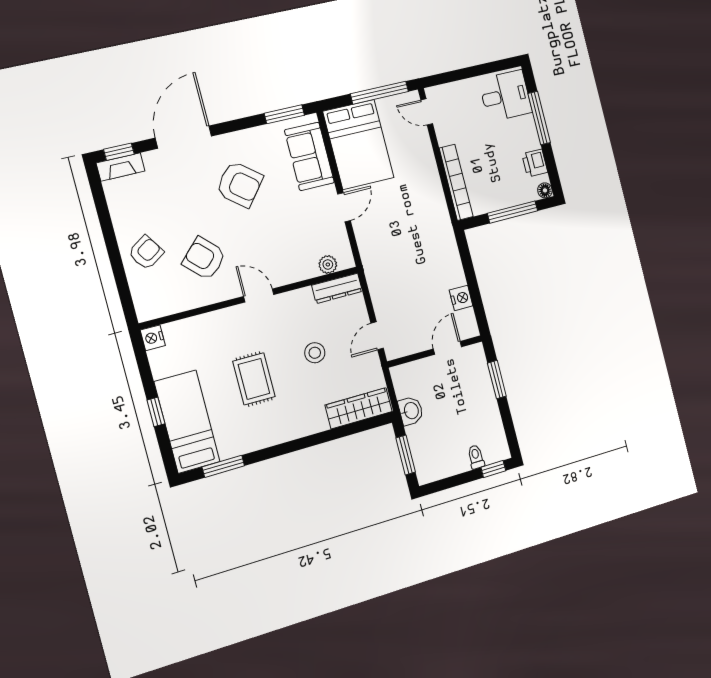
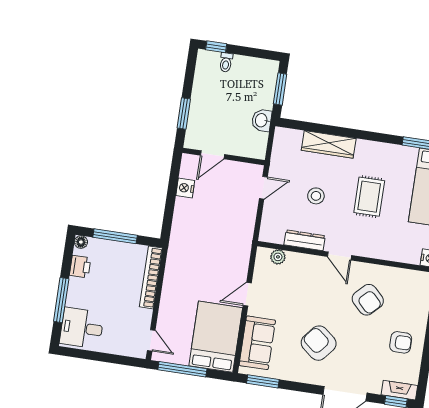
armchair: (146, 253) -> (401, 342), moved, turned -147
dresser: (337, 288) -> (305, 240), moved
wardrobe: (359, 408) -> (329, 144), moved

